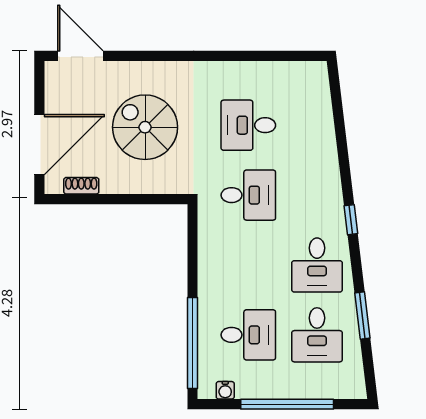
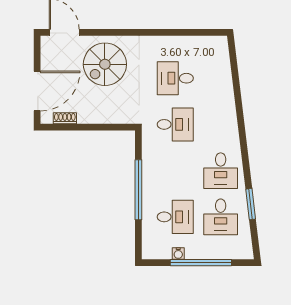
spiral stairs: (145, 127) -> (105, 64), moved, turned -90
window: (351, 220) -> (243, 141), removed
window: (193, 343) -> (138, 190), moved
water cooler: (225, 390) -> (178, 254), moved

